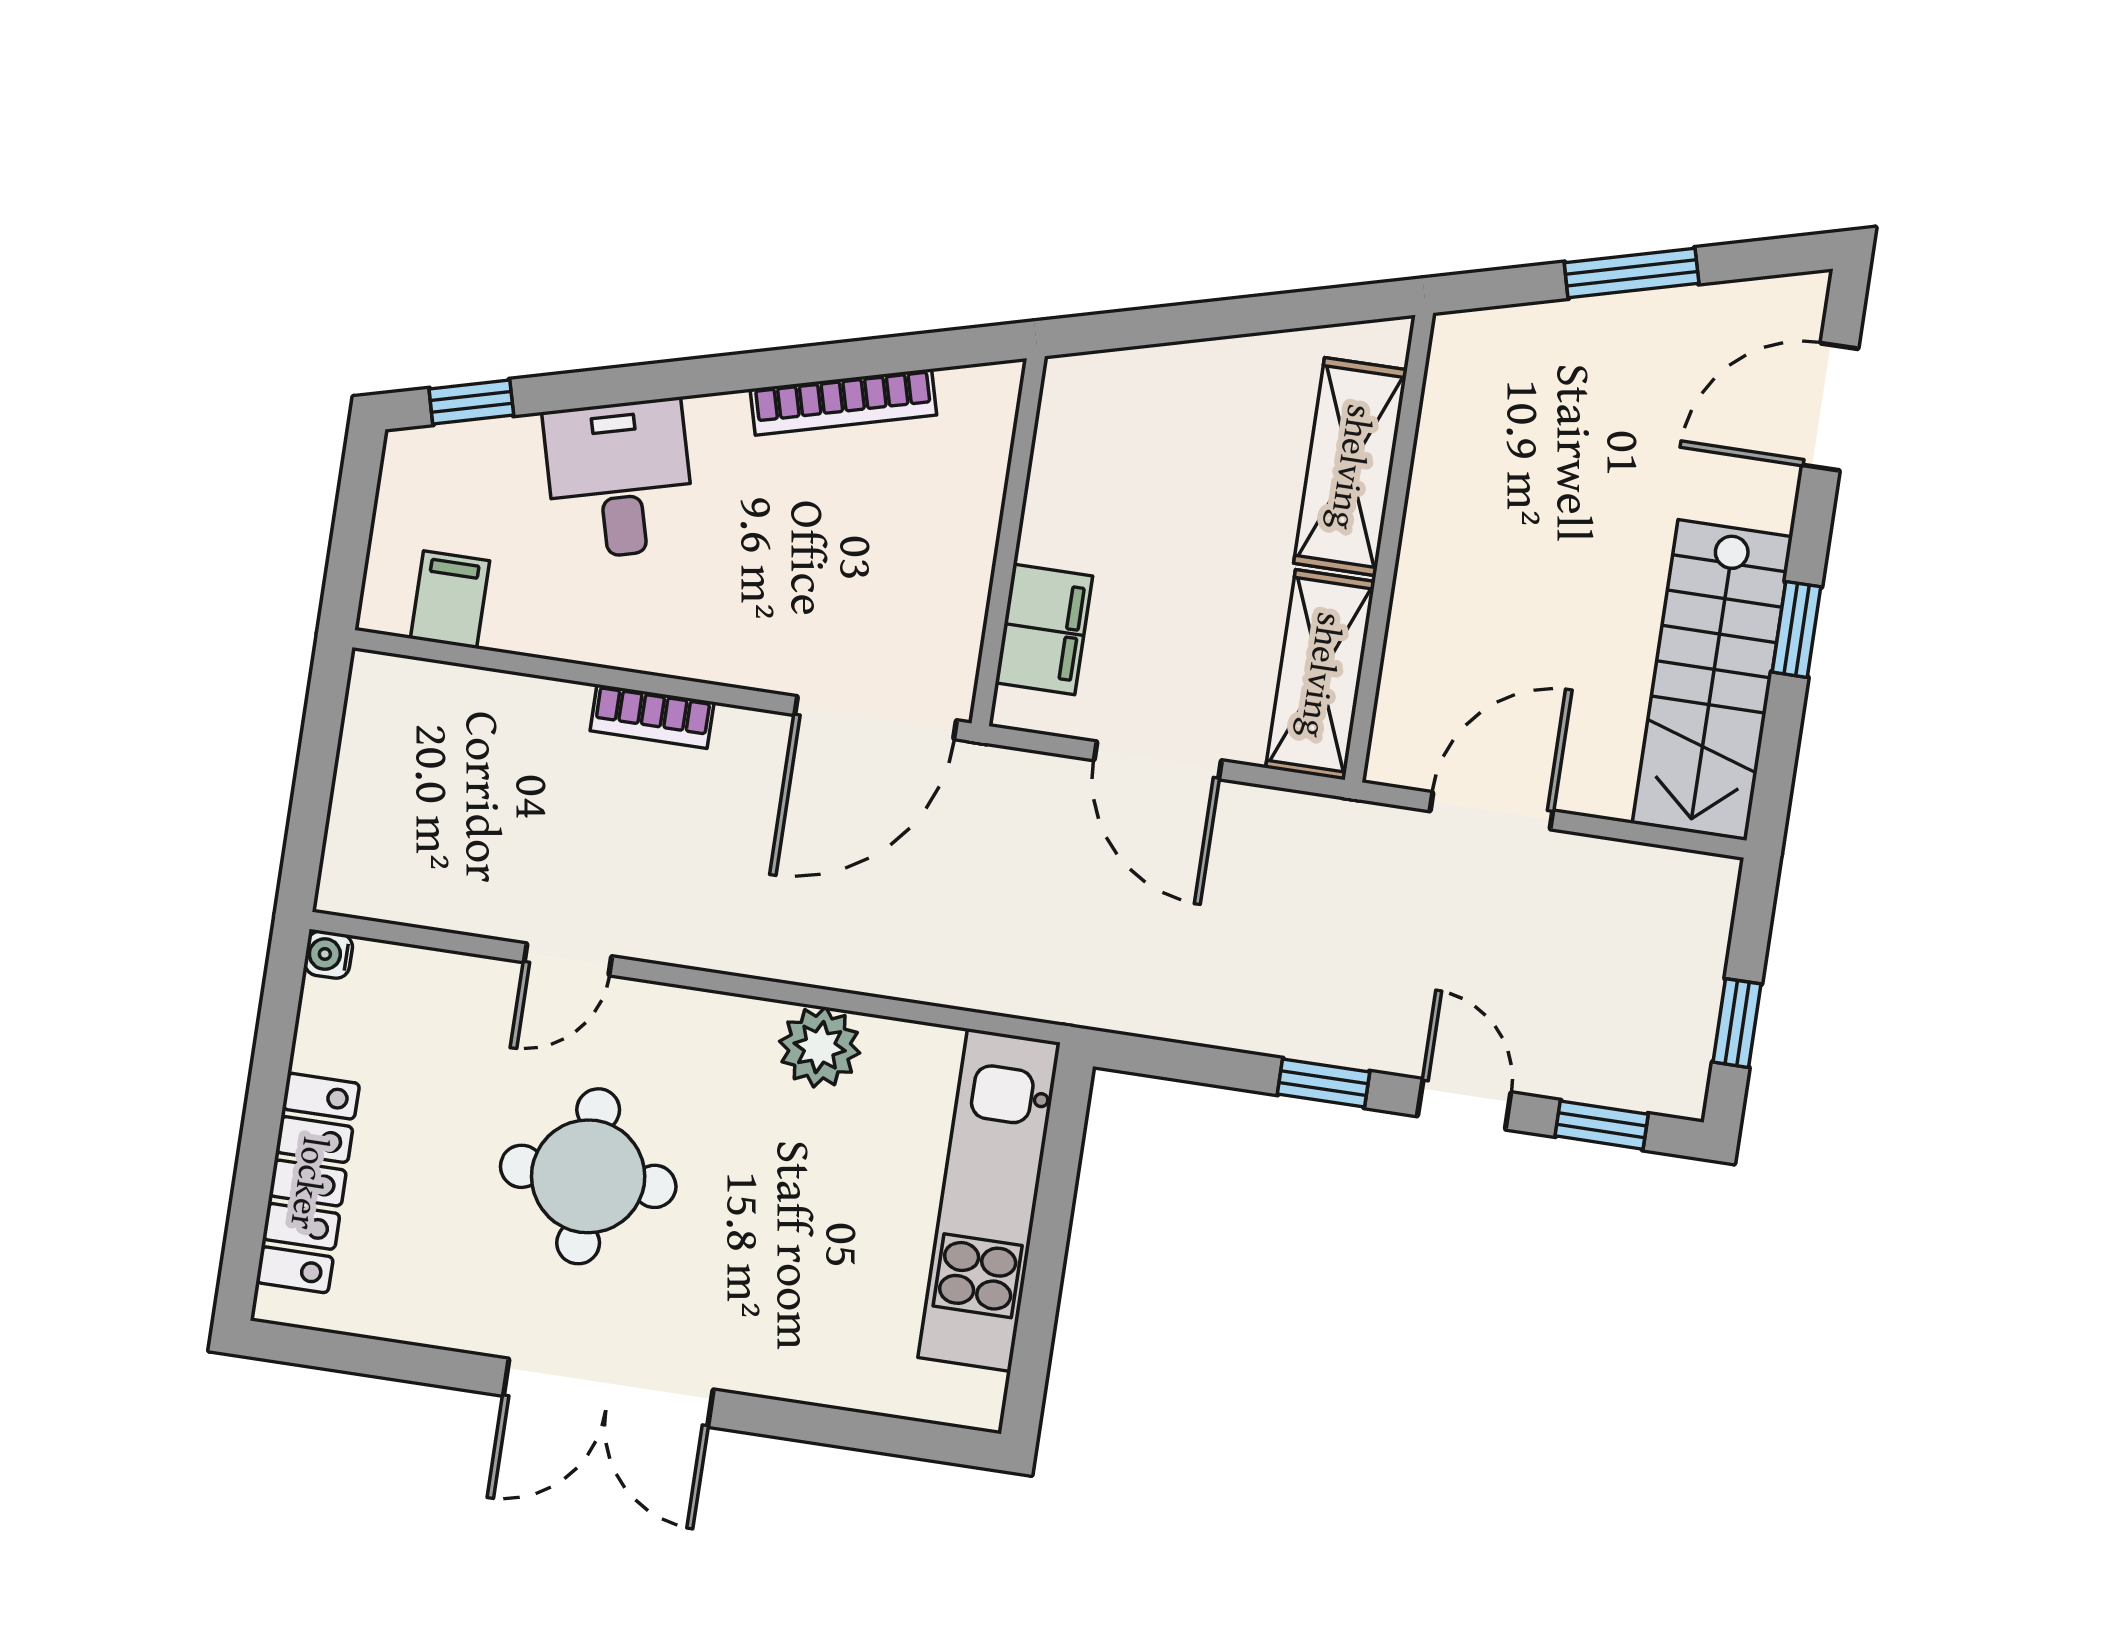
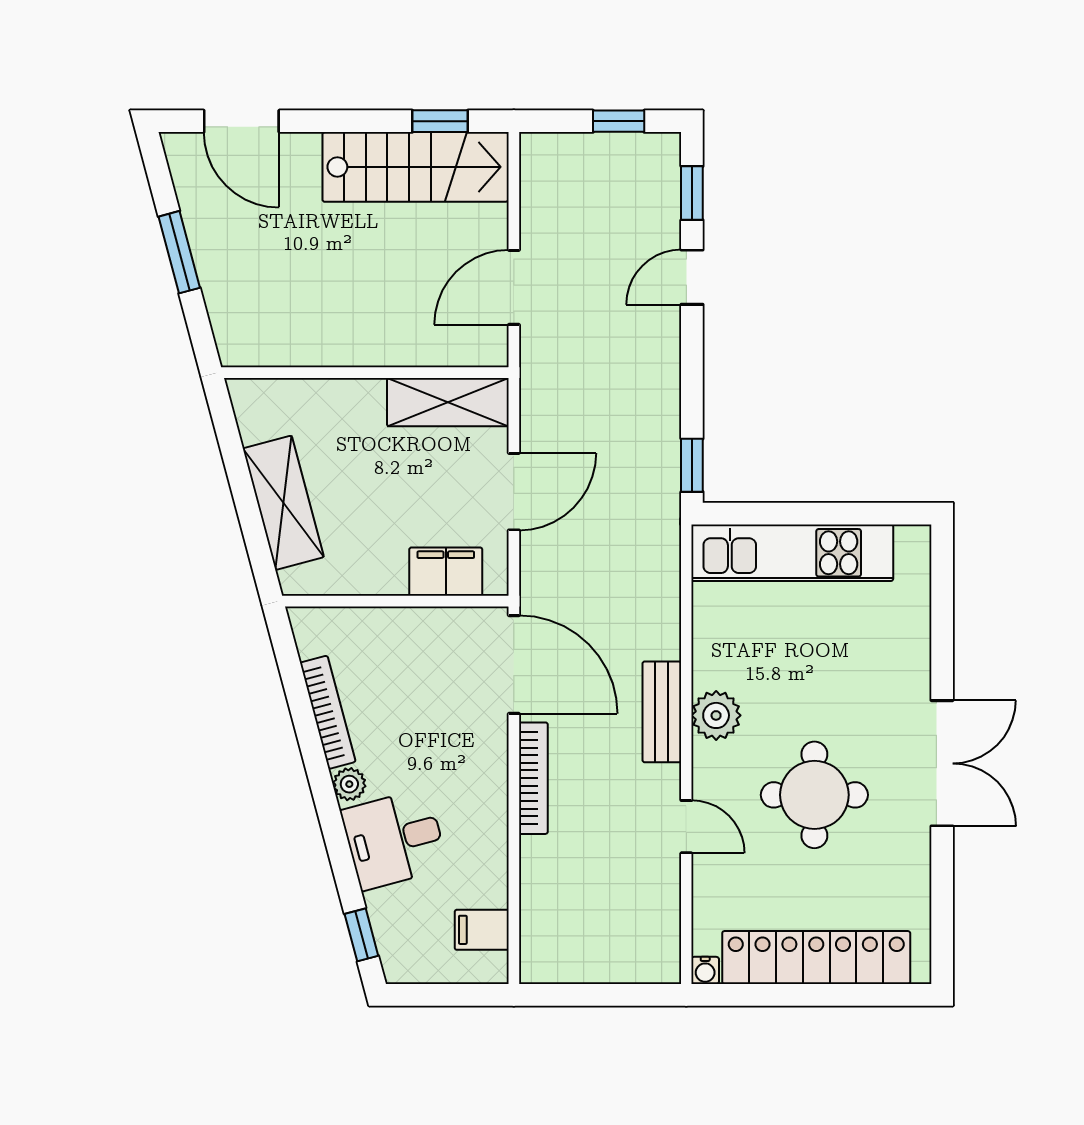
plant: (721, 419) -> (349, 784), added
shelving: (1350, 467) -> (283, 503), moved, turned 75
window: (1797, 629) -> (440, 121), moved
bookcase: (652, 716) -> (533, 778), width x1.56
door: (1491, 811) -> (514, 287), hinge flipped
bench: (761, 948) -> (662, 712), added
plant: (820, 1047) -> (716, 715), moved
window: (1324, 1083) -> (692, 465), moved
locker: (308, 1183) -> (816, 957), width x1.41, depth x1.21

